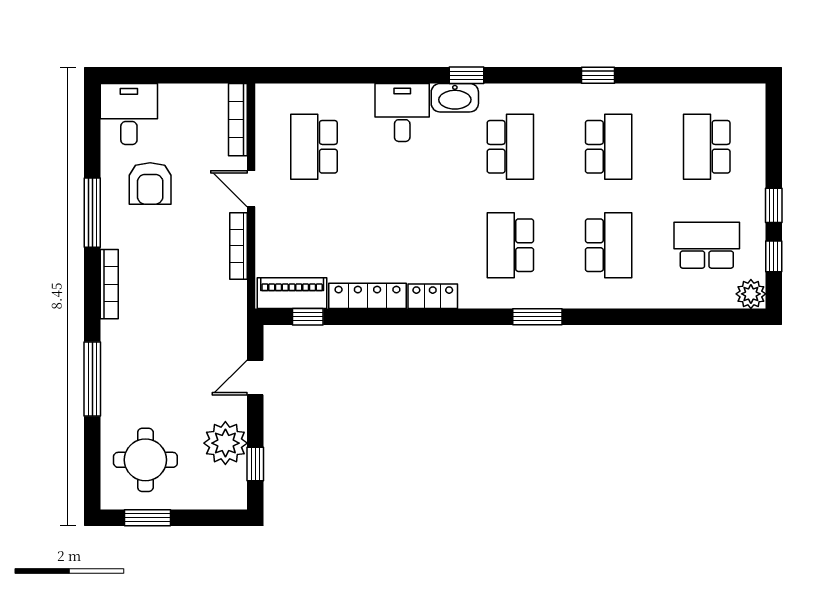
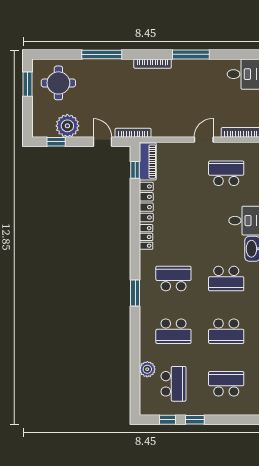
armchair: (150, 183) -> (207, 85), removed
bookcase: (239, 246) -> (133, 133), moved
plant: (751, 294) -> (147, 369), moved

